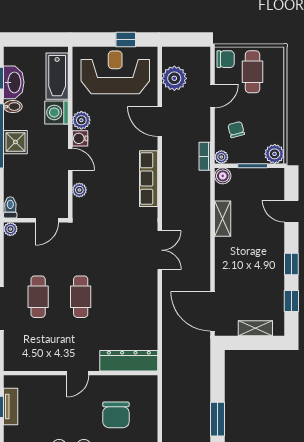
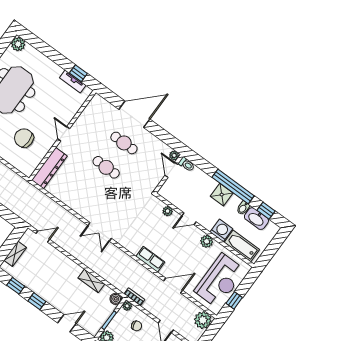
plant: (174, 78) -> (203, 320), moved
water cooler: (80, 138) -> (197, 233), removed
row of seats: (149, 179) -> (150, 259), width x0.68
door: (47, 220) -> (171, 170), moved
door: (213, 311) -> (43, 236), width x0.53

